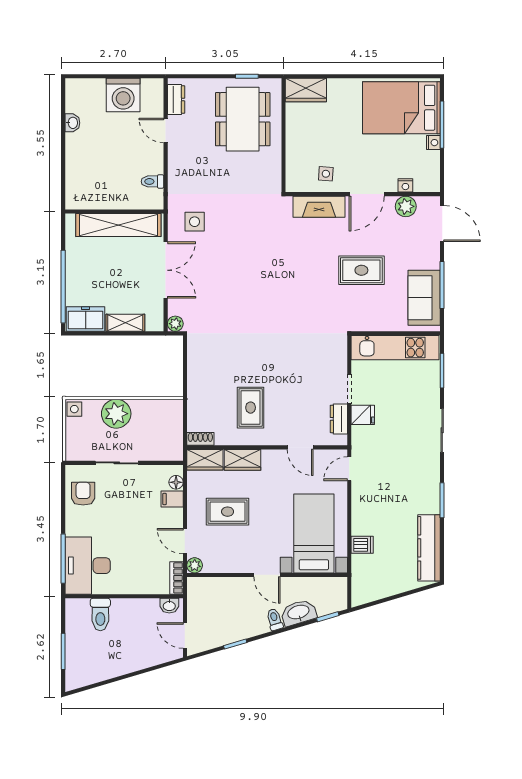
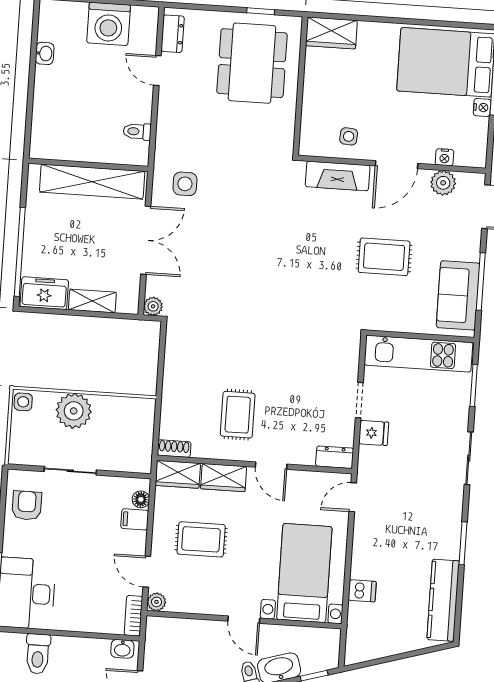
dresser: (339, 419) -> (335, 457), moved, turned 90
door: (300, 447) -> (271, 466), moved

